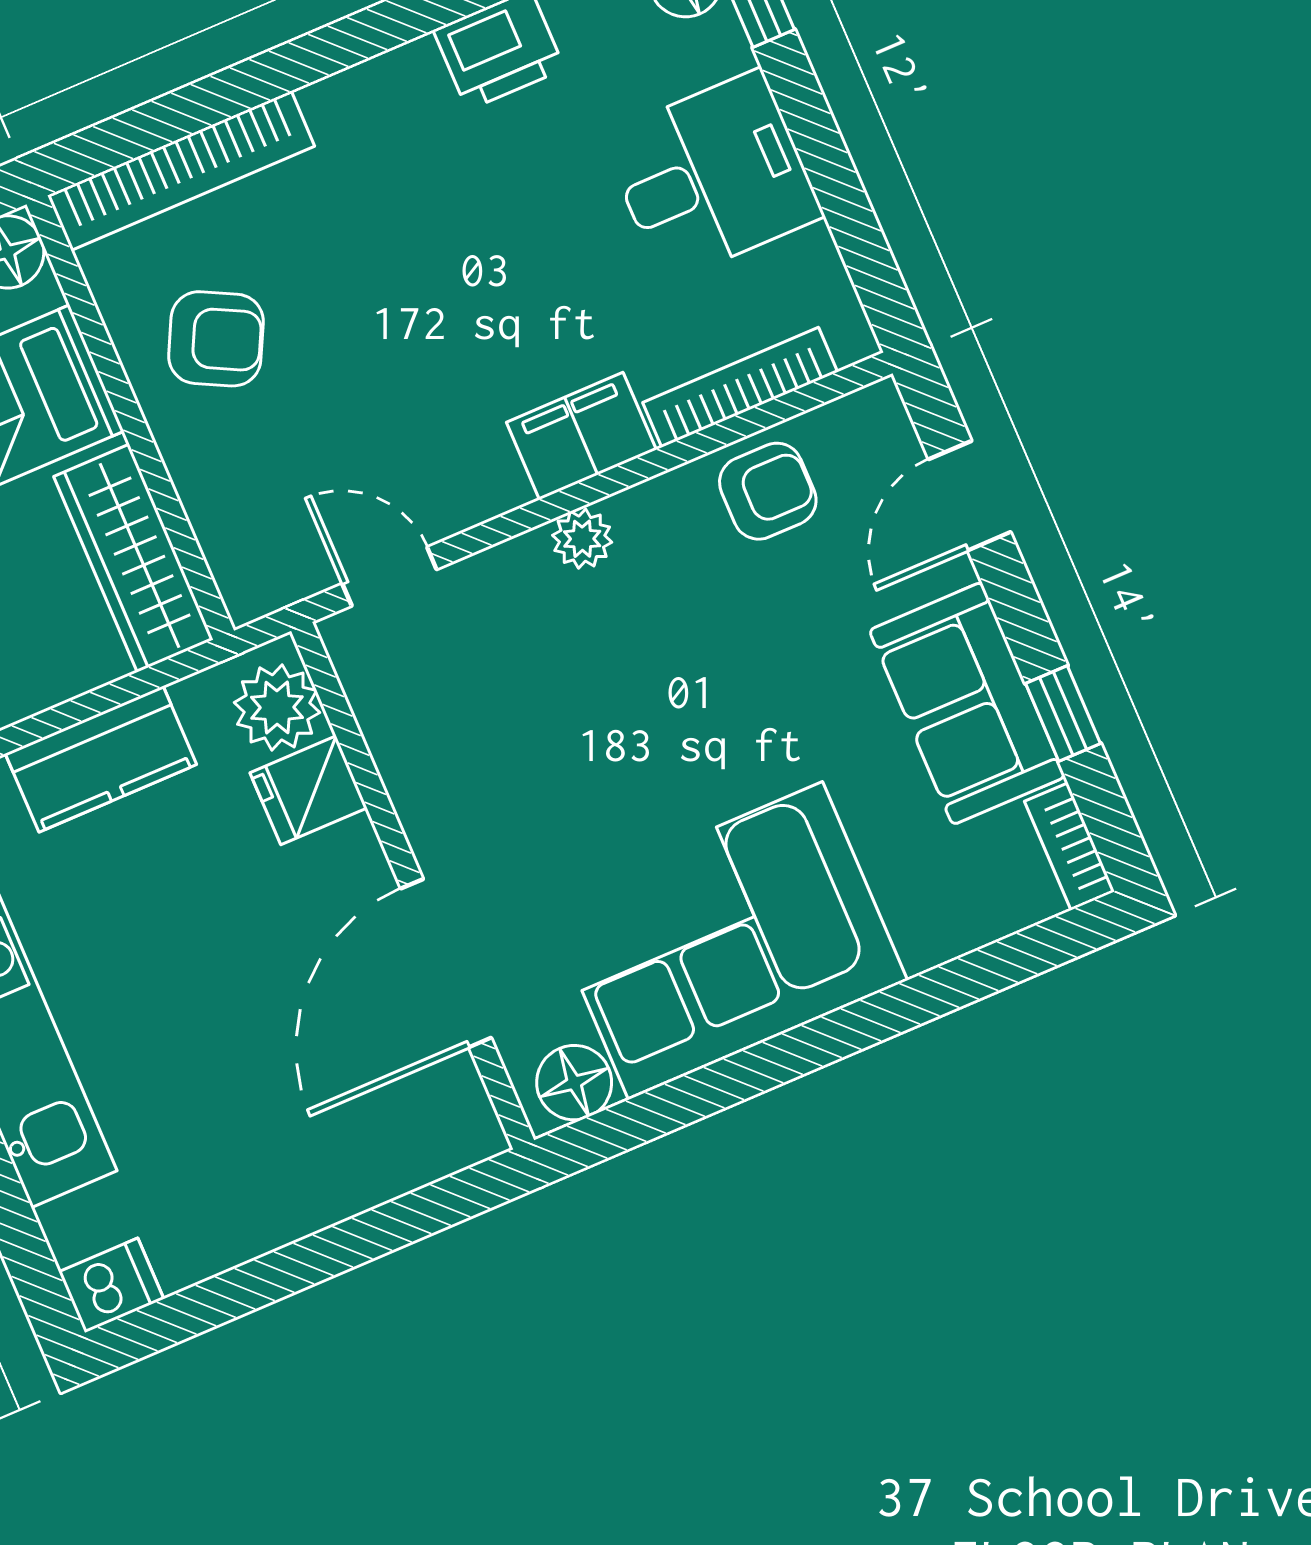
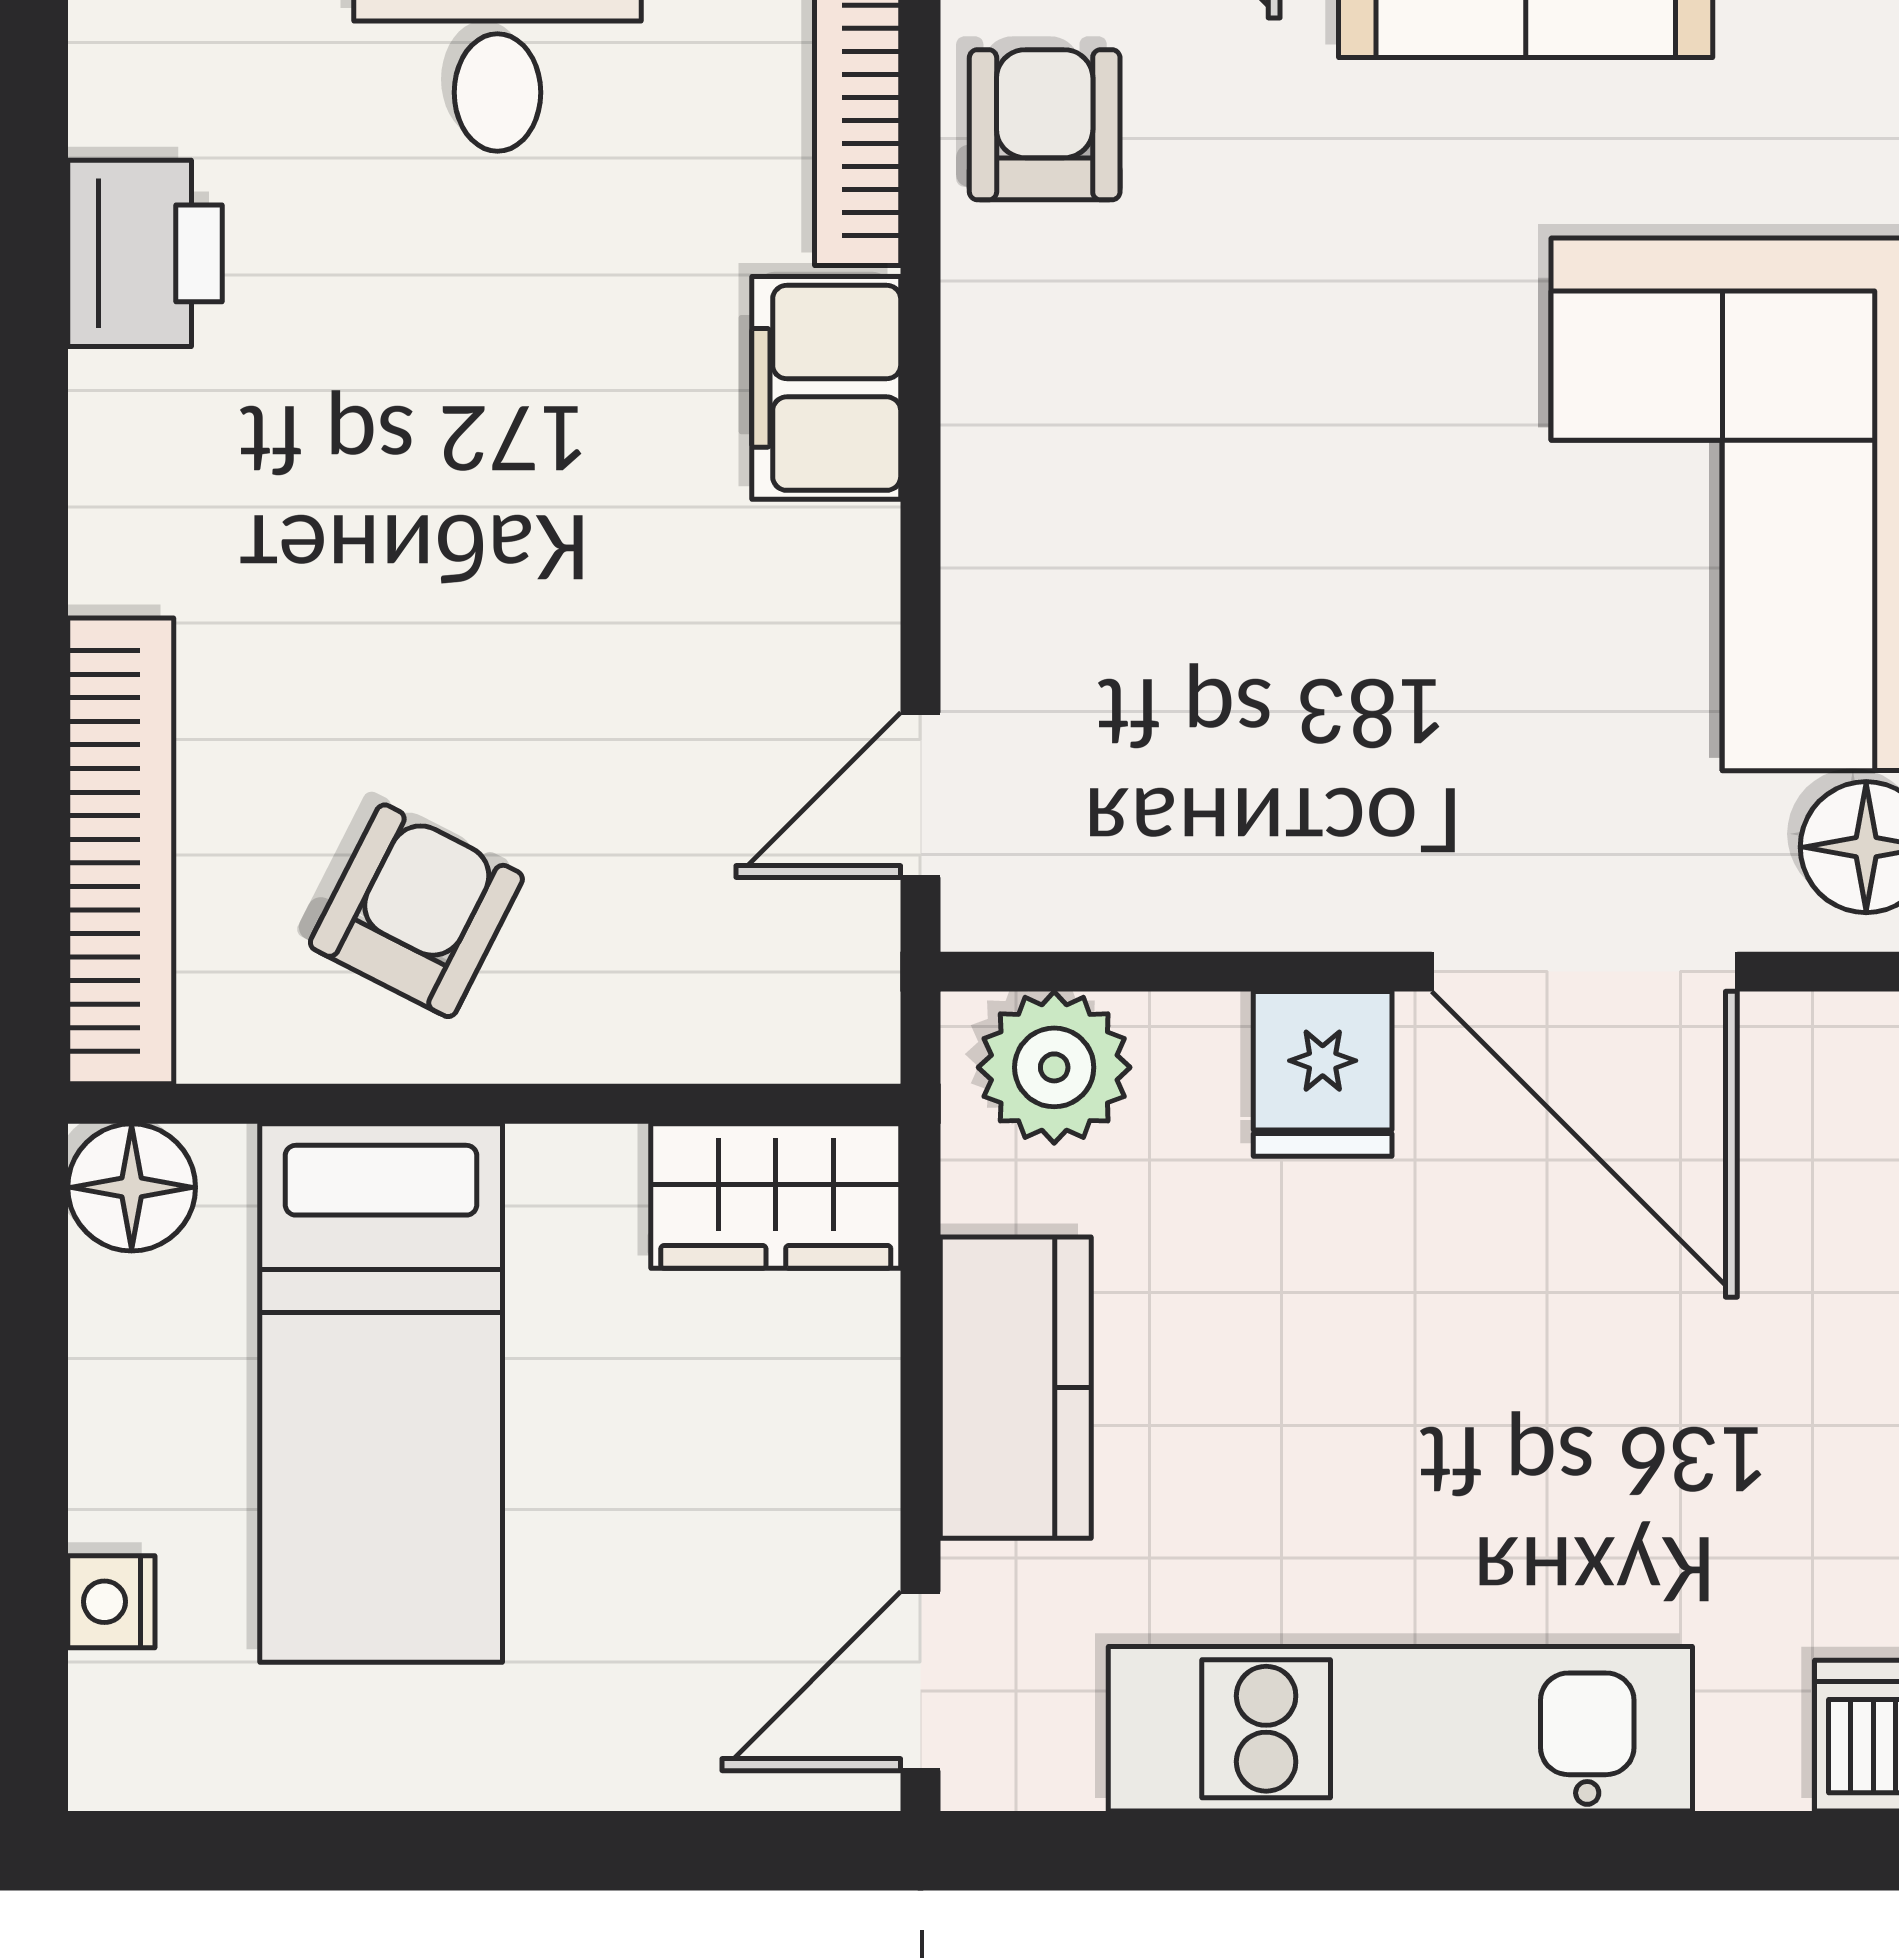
plant: (582, 539) -> (993, 458), removed
wardrobe: (133, 558) -> (776, 1196), width x0.67
fridge: (309, 790) -> (1323, 1074), moved

